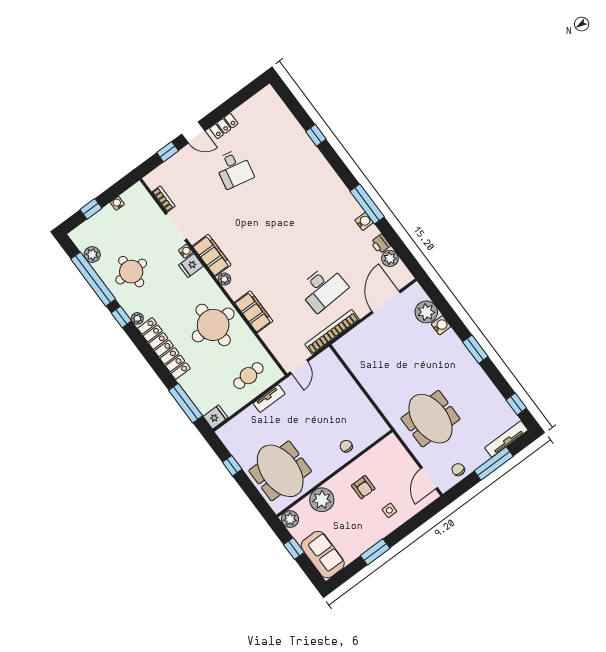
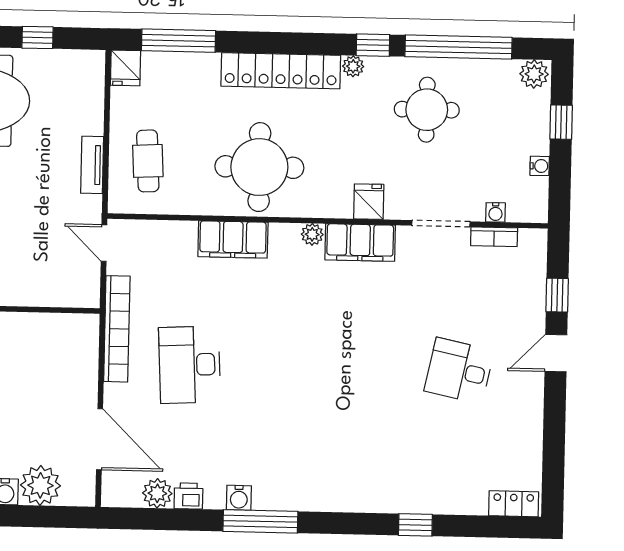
locker: (224, 126) -> (514, 504), moved, turned 90
water cooler: (186, 251) -> (496, 212), moved
plant: (92, 254) -> (534, 74), moved

